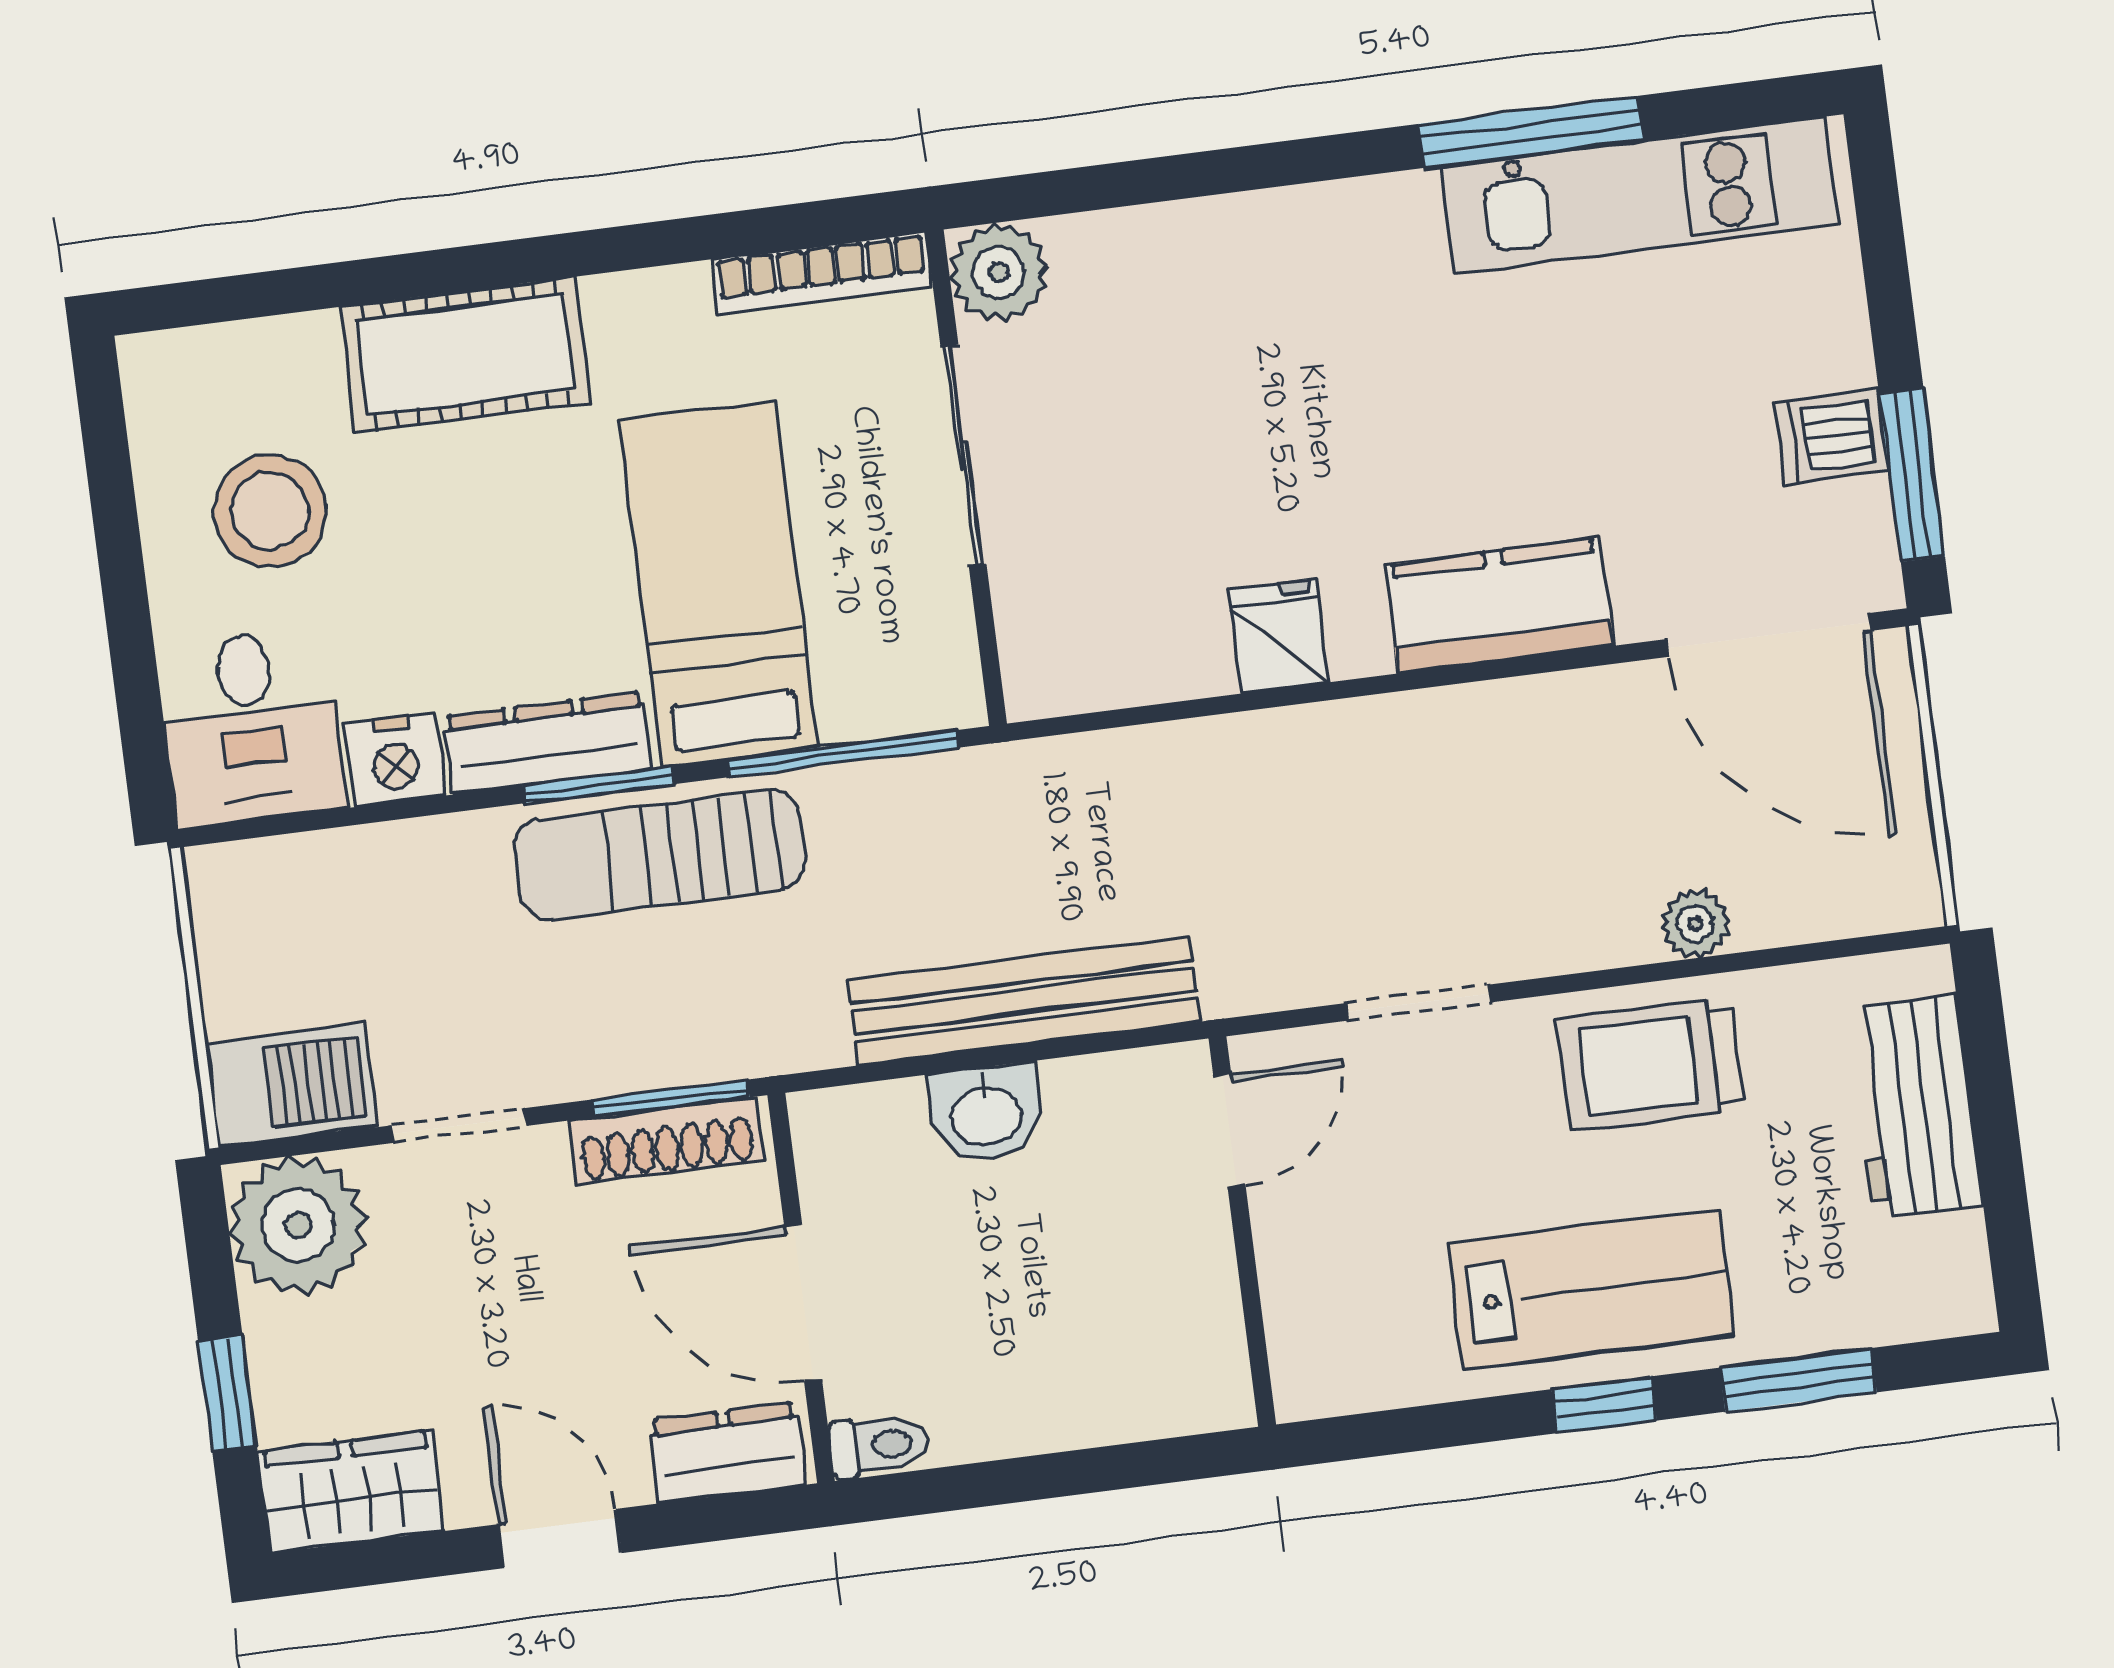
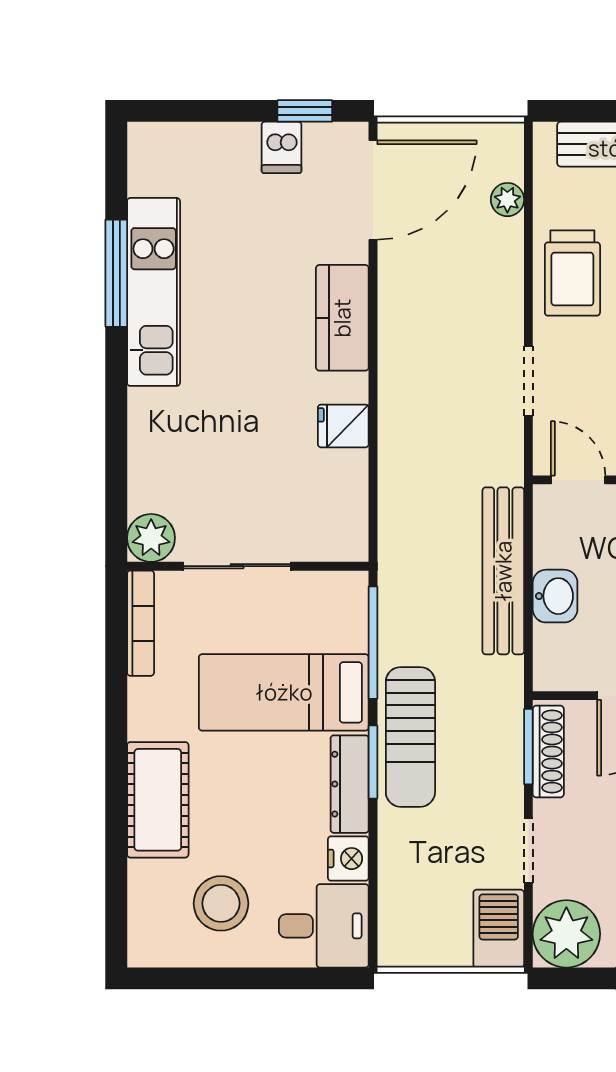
kitchen unit: (1640, 195) -> (154, 292), moved
window: (1912, 475) -> (305, 111), width x0.67
plant: (1695, 924) -> (507, 200), moved

